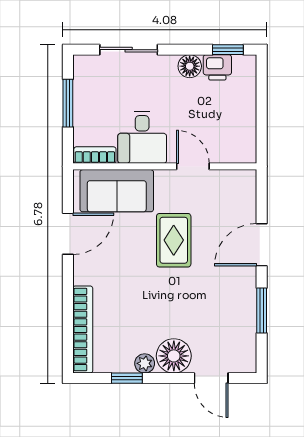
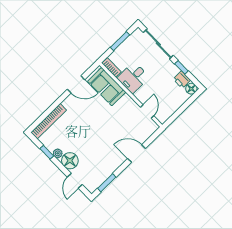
sliding door: (129, 50) -> (158, 44), width x1.37
window: (228, 50) -> (181, 67), moved
floor lamp: (190, 66) -> (191, 89), moved
door: (193, 166) -> (147, 111), moved
rug: (174, 240) -> (109, 122), removed
window: (262, 310) -> (107, 183), moved

